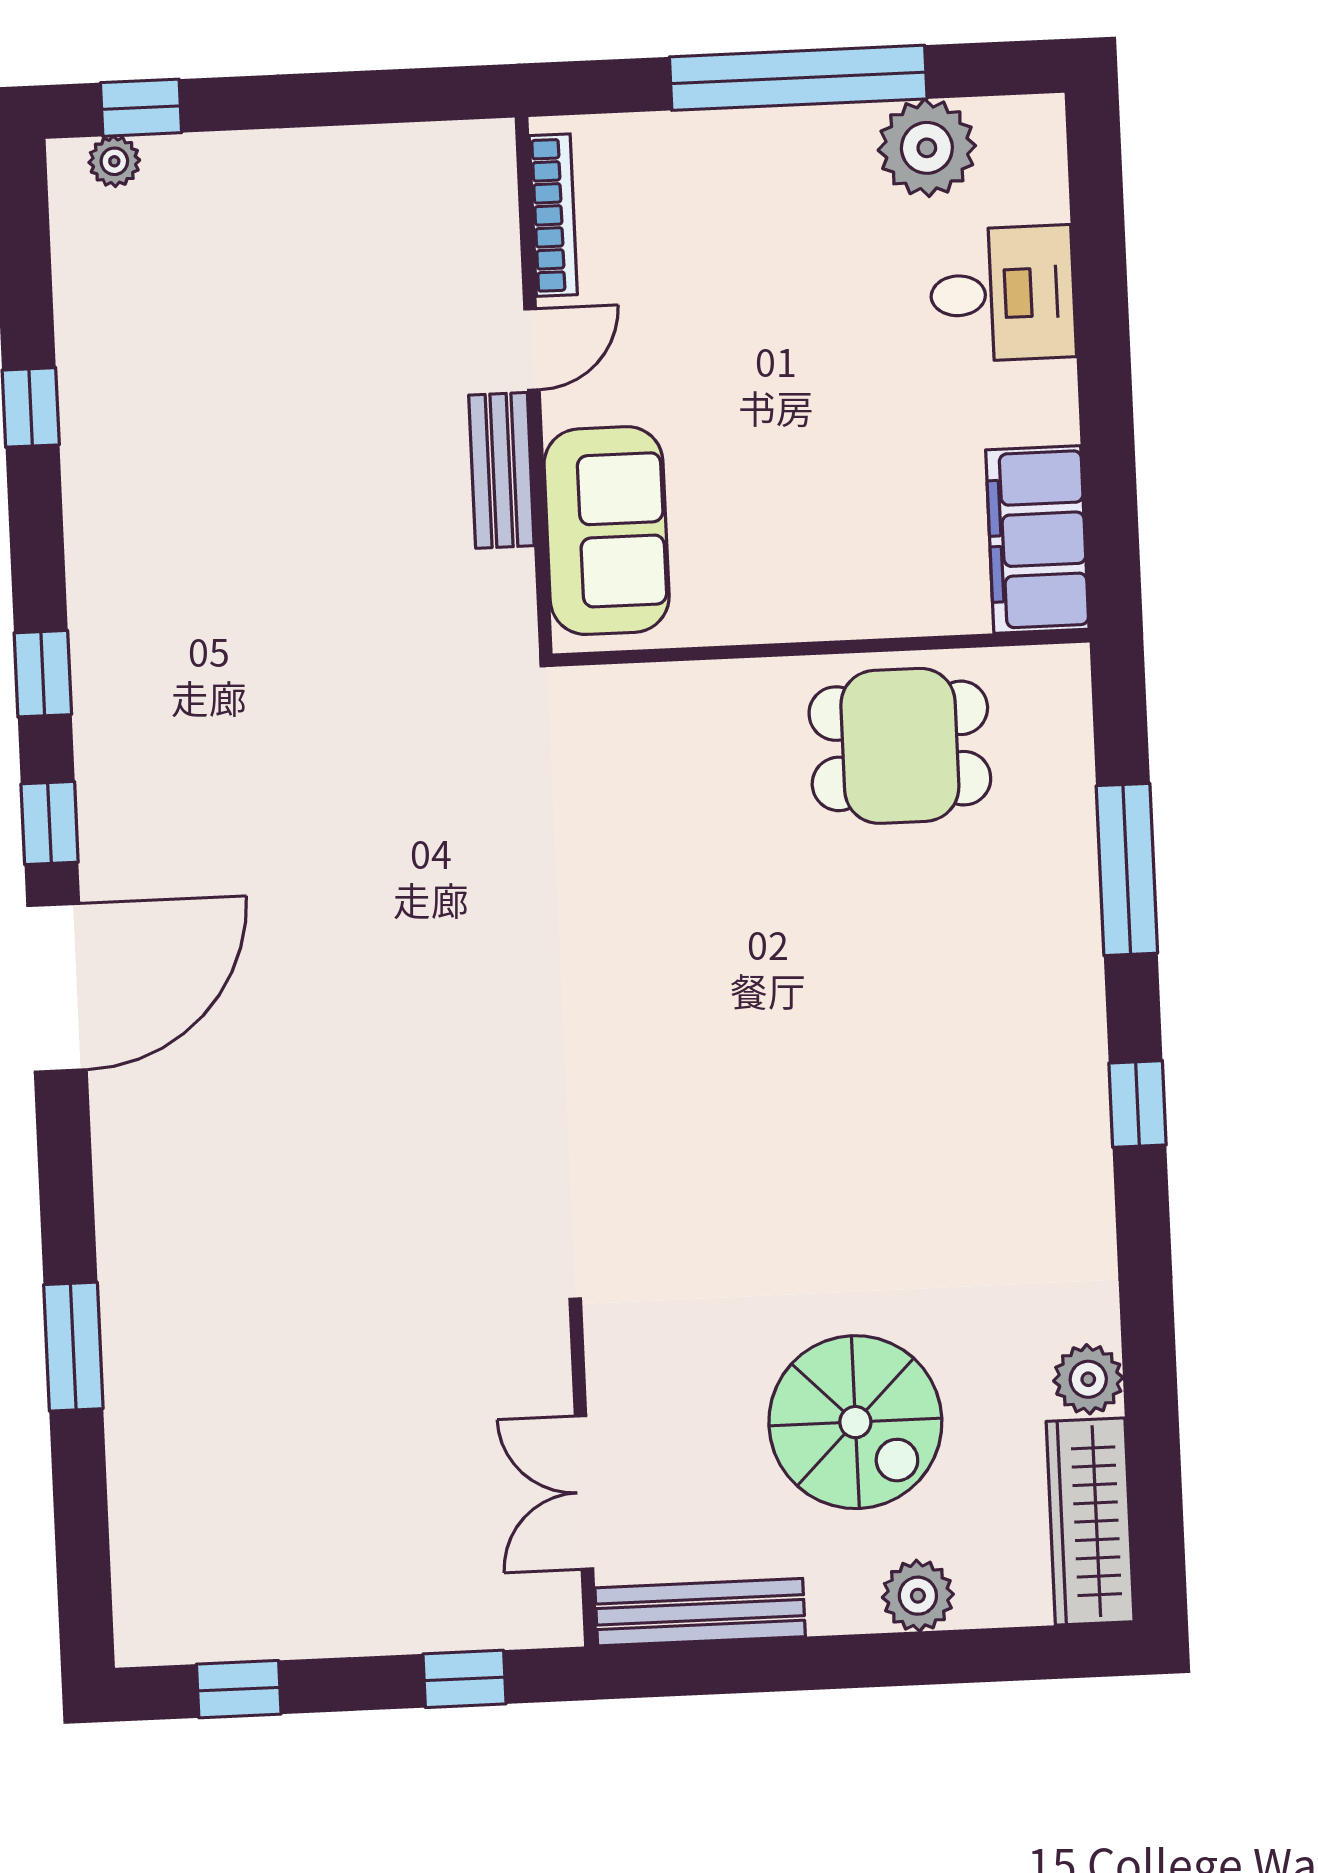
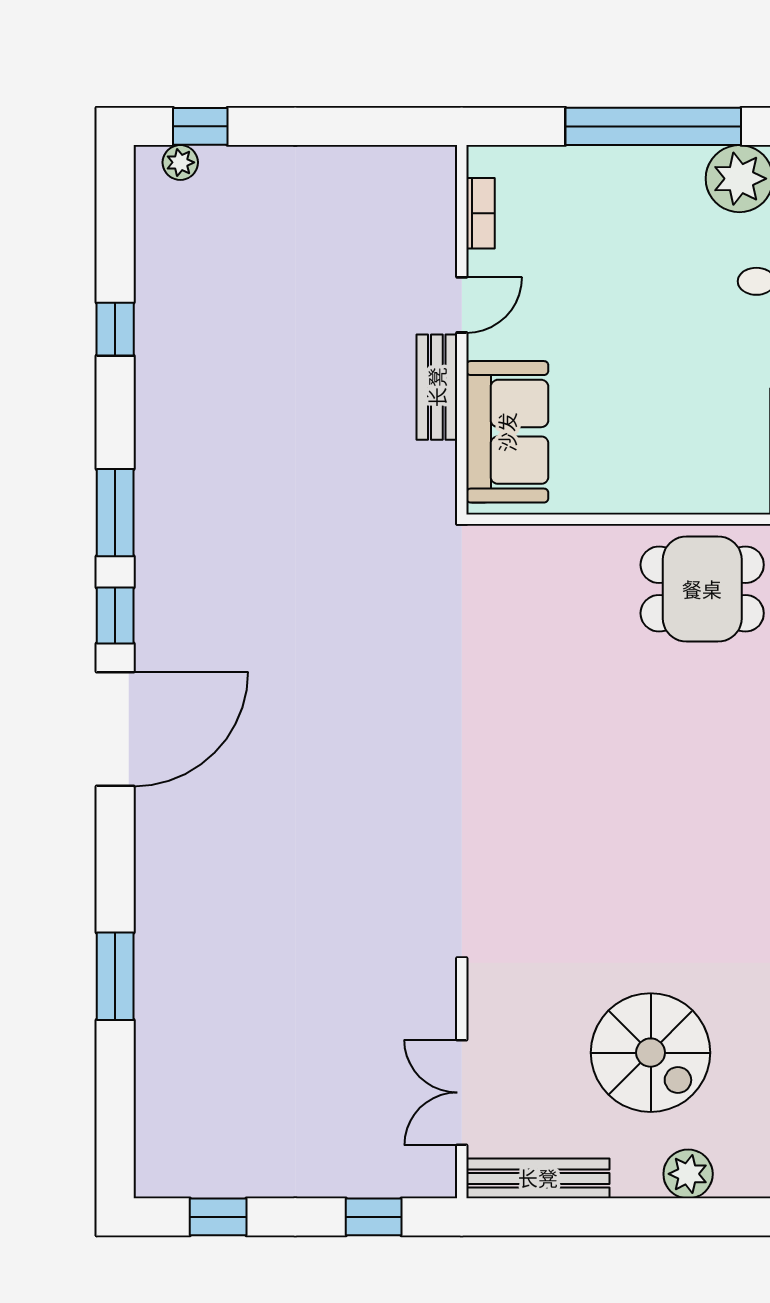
bookcase: (553, 215) -> (480, 213), width x0.64
window: (43, 674) -> (115, 513), width x1.50

